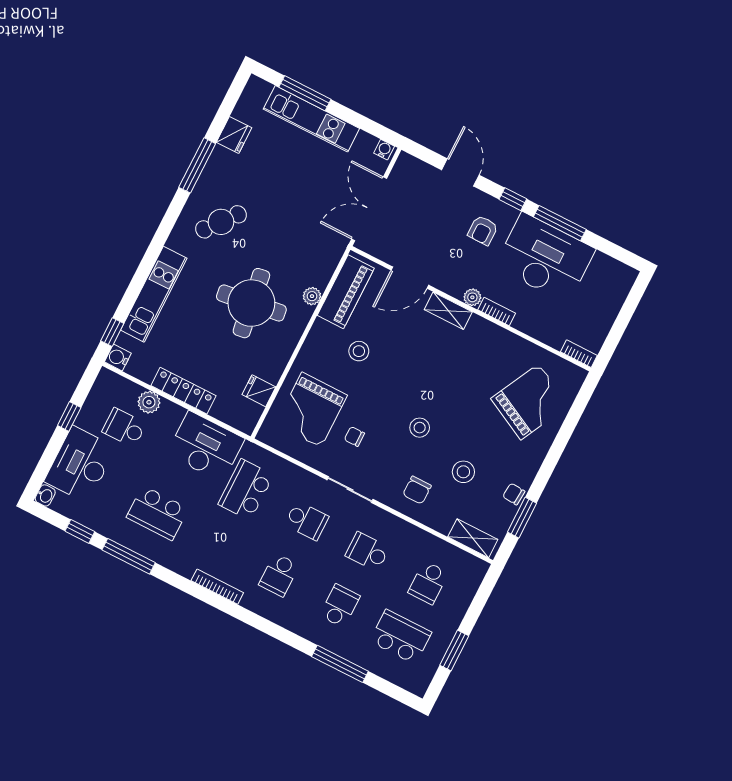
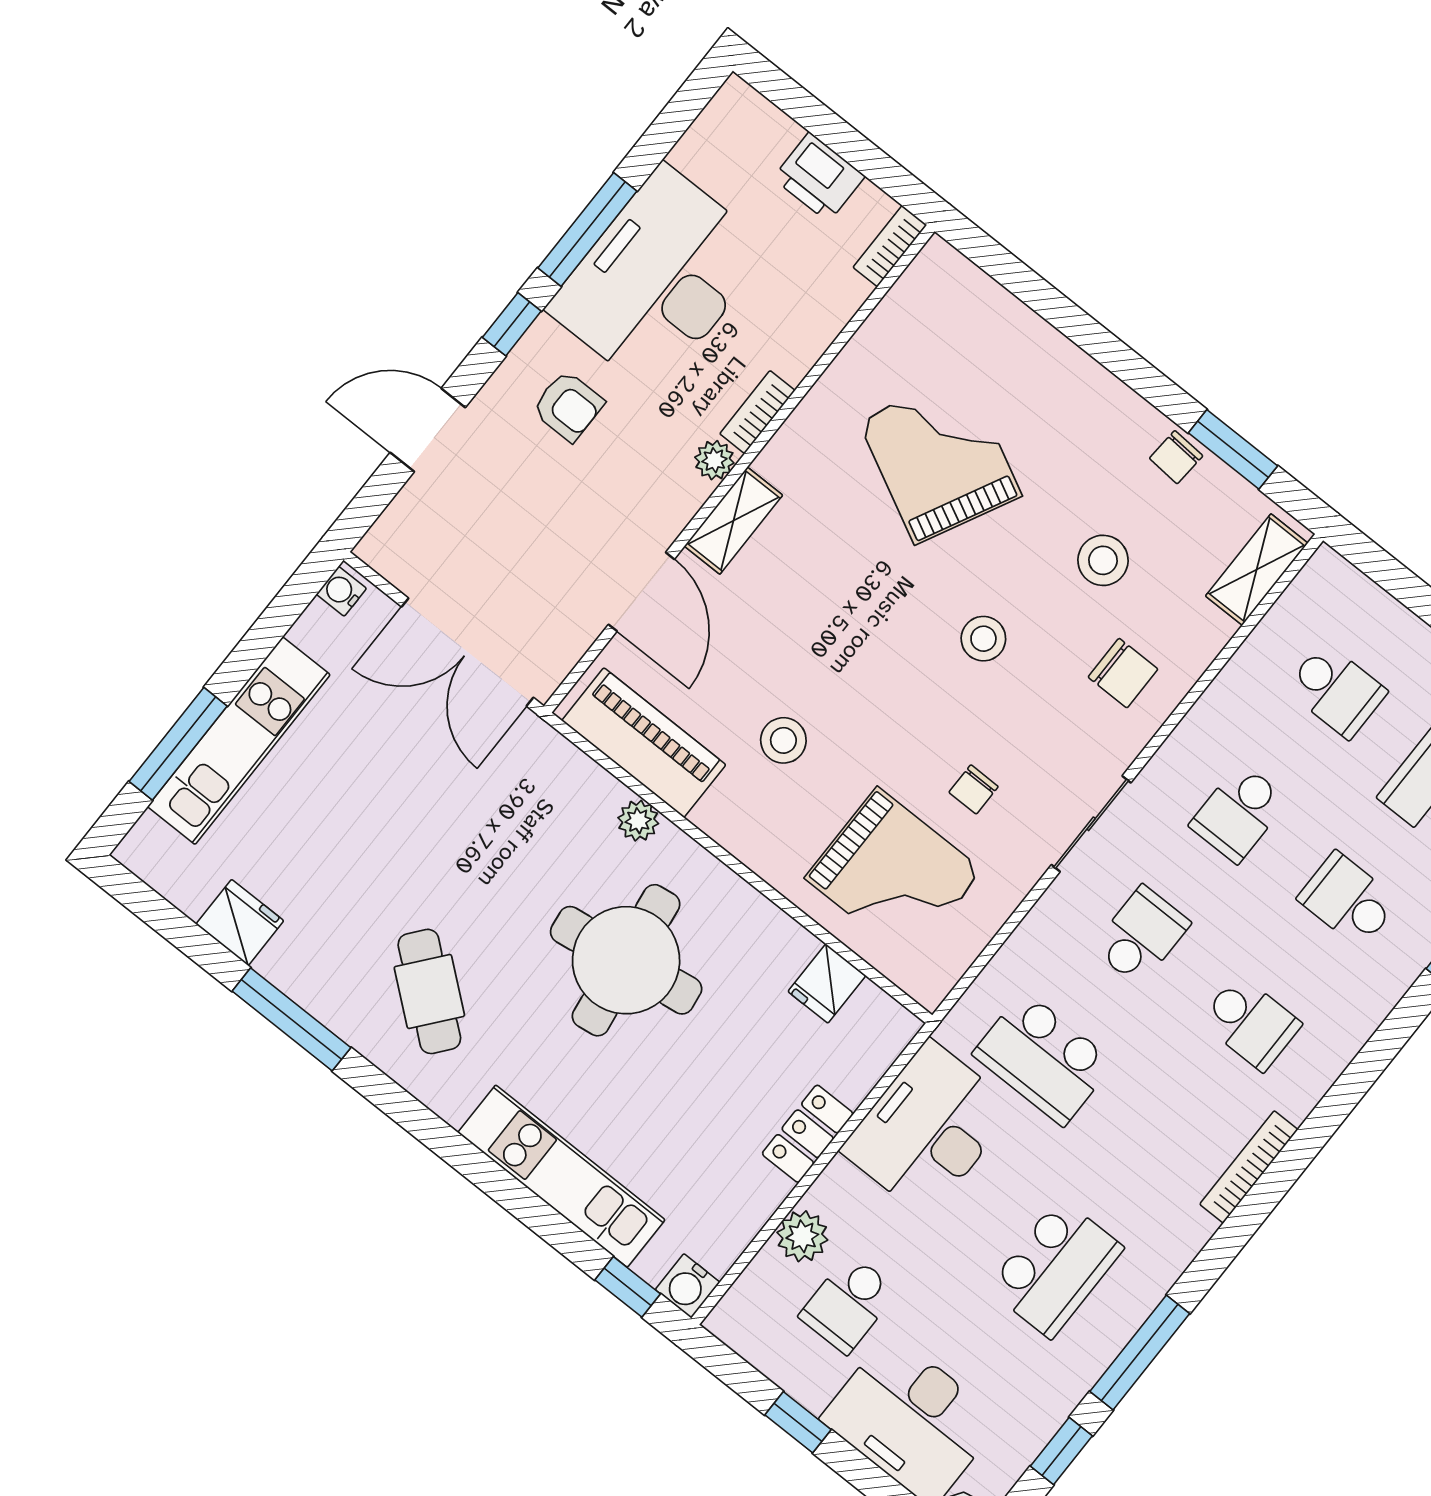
printer: (602, 317) -> (819, 177), added
locker: (184, 391) -> (808, 1134), width x0.66
grand piano: (530, 402) -> (940, 458), moved

